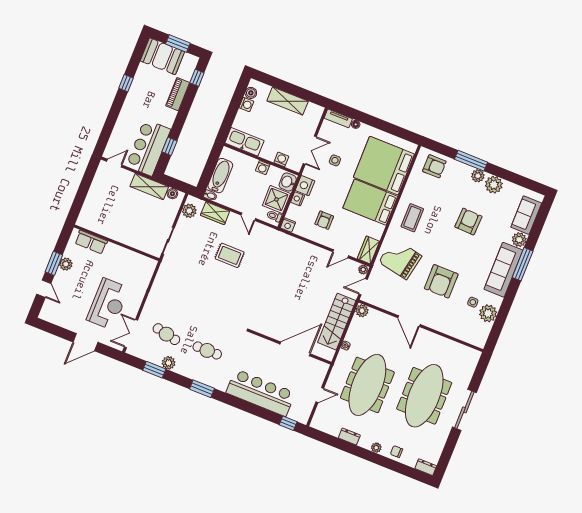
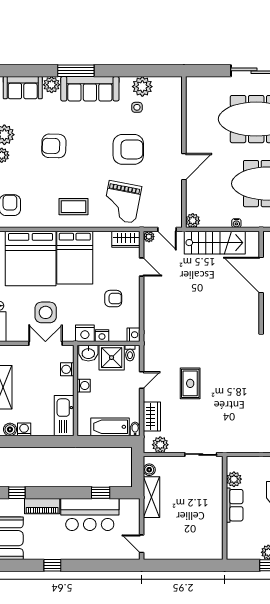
bar counter: (148, 148) -> (90, 514), moved
side table: (335, 160) -> (46, 312), width x1.87, depth x1.87
row of seats: (91, 242) -> (235, 505), moved
plant: (137, 260) -> (234, 479), added

